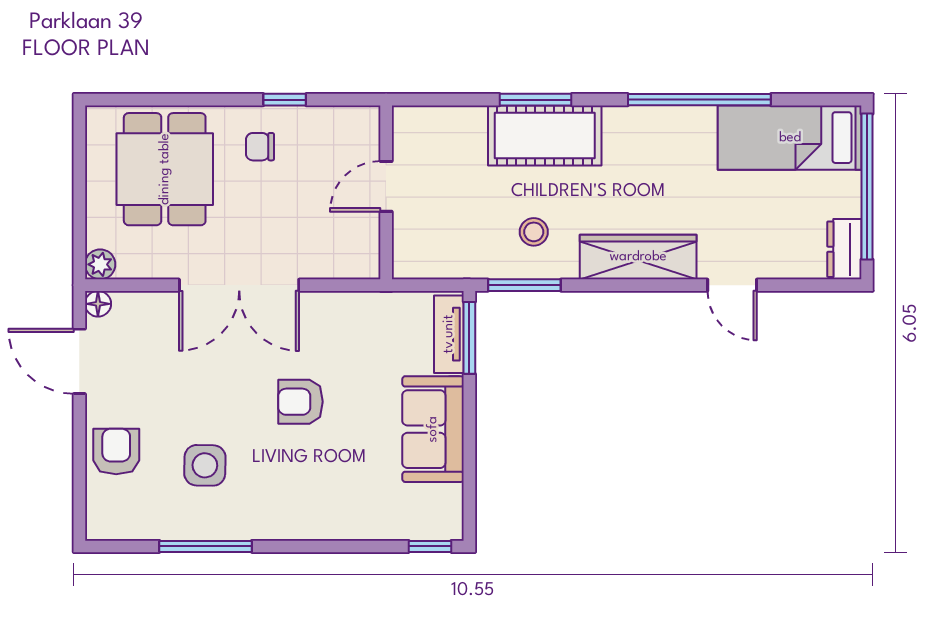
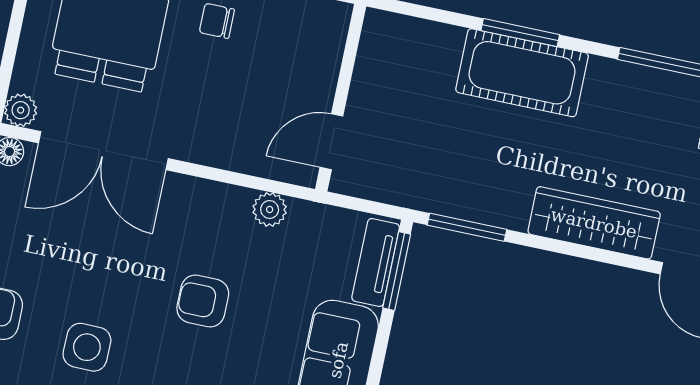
door: (386, 186) -> (331, 142), moved
stool: (534, 232) -> (489, 173), removed
double door: (239, 285) -> (103, 151), moved
plant: (343, 307) -> (270, 210), added

